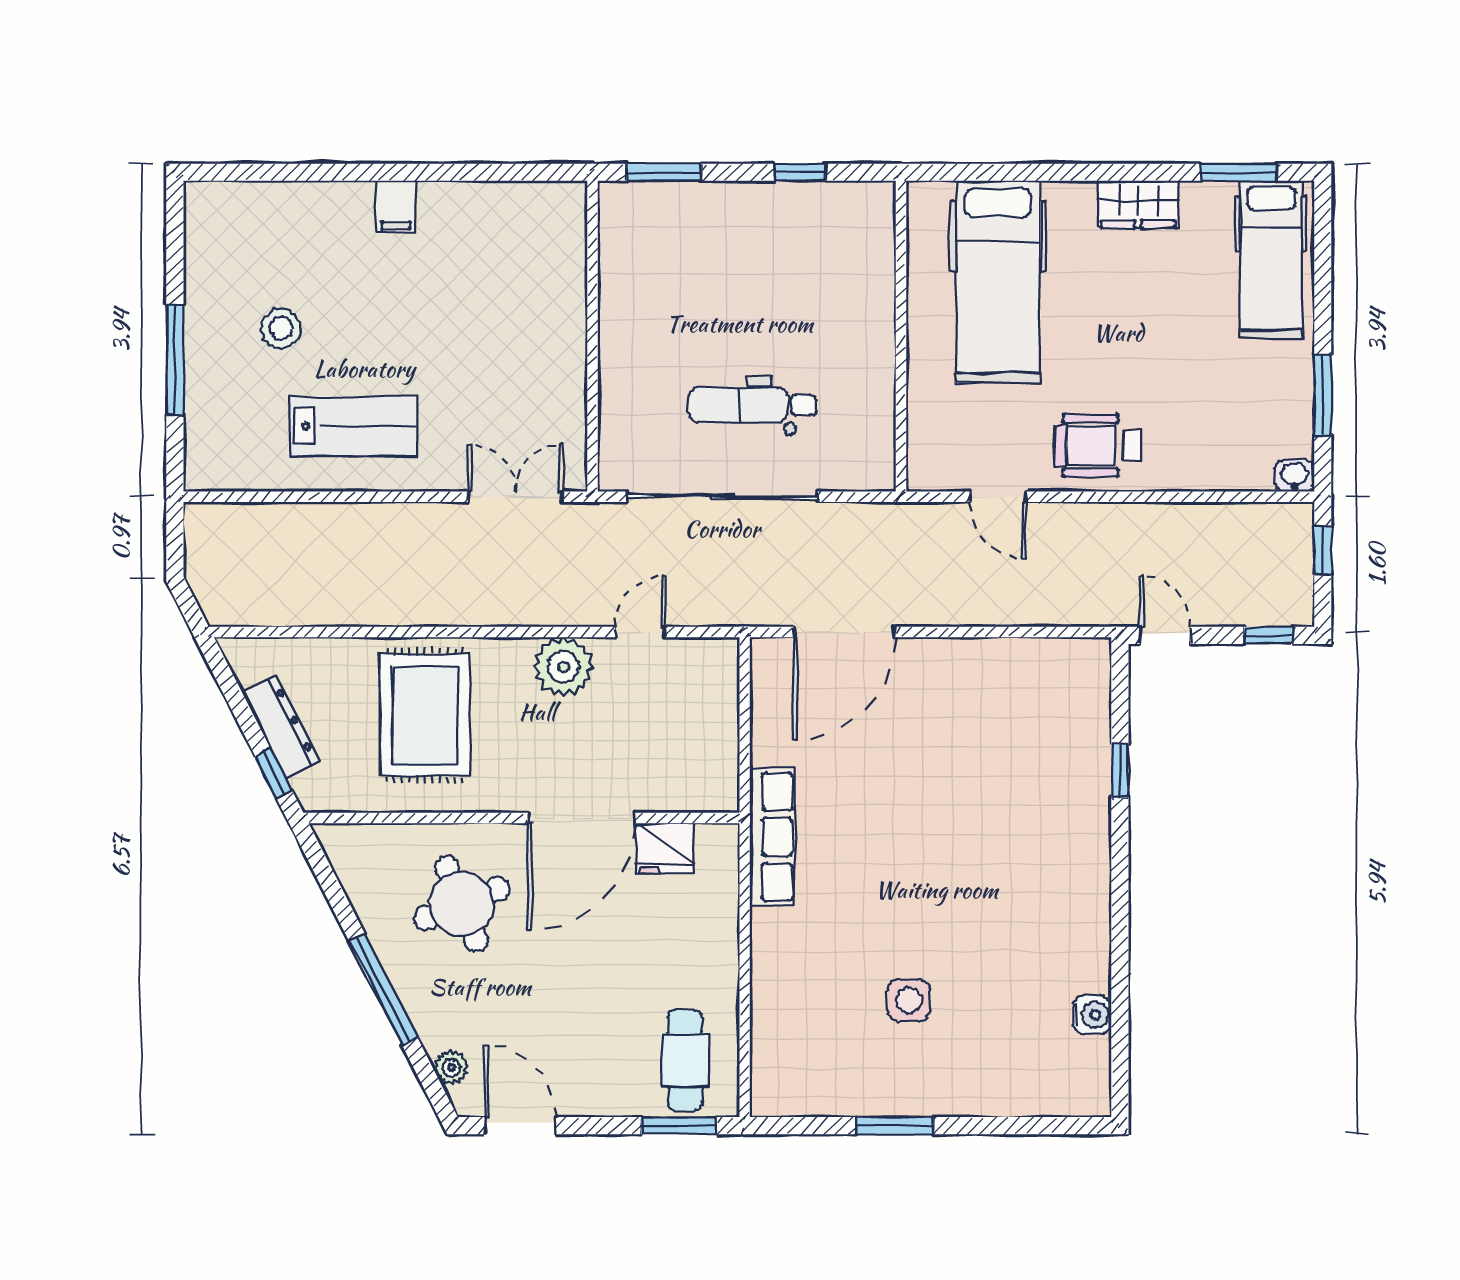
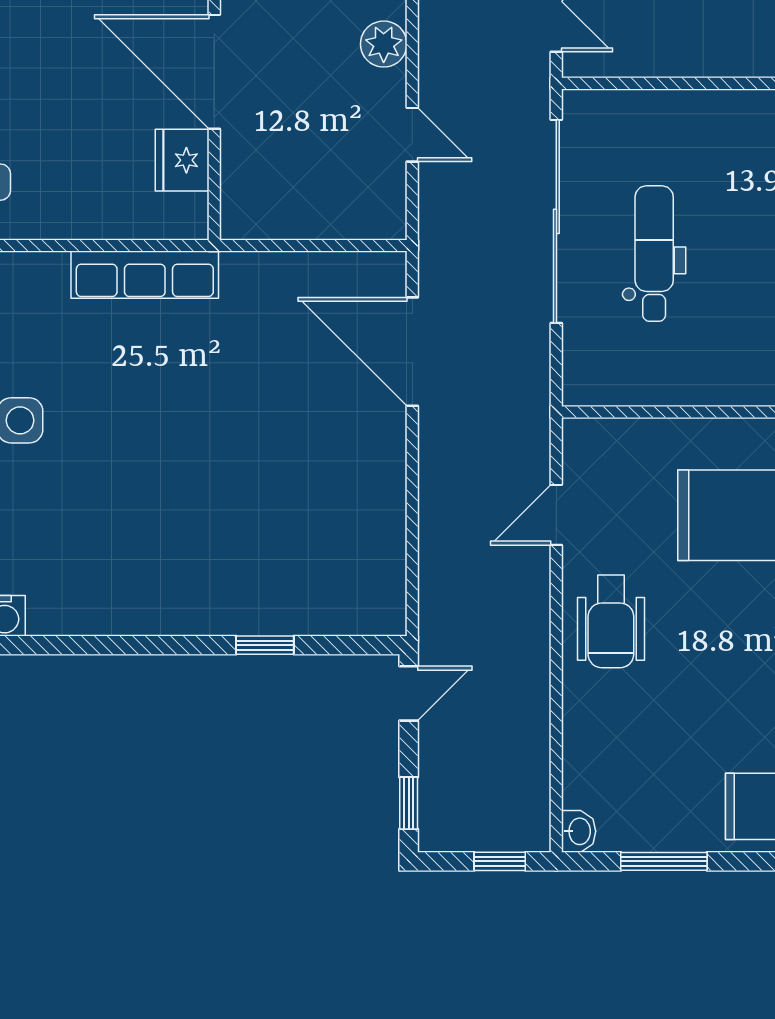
wheelchair: (1098, 446) -> (611, 621), turned 180
plant: (563, 667) -> (384, 44), width x0.73, depth x0.73
row of seats: (772, 837) -> (145, 275), moved

